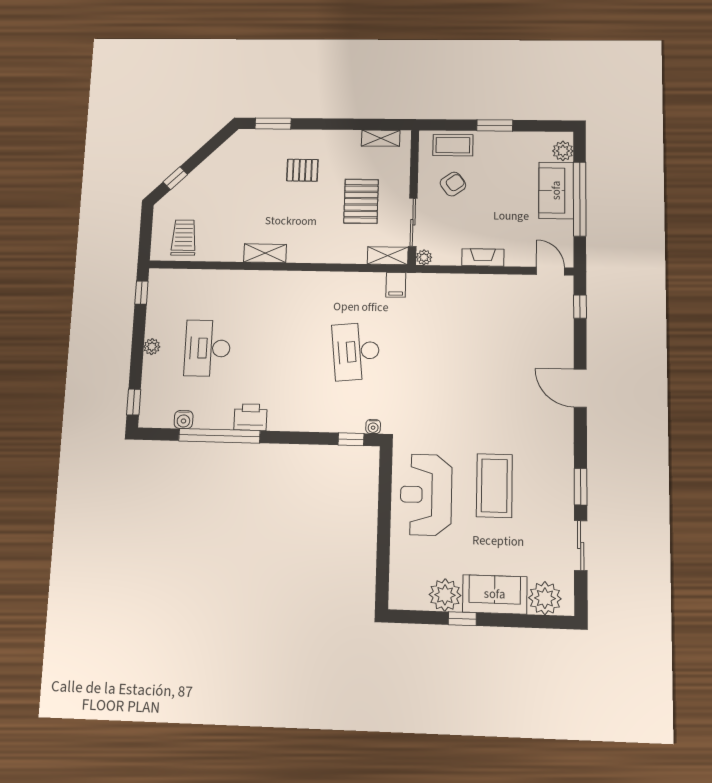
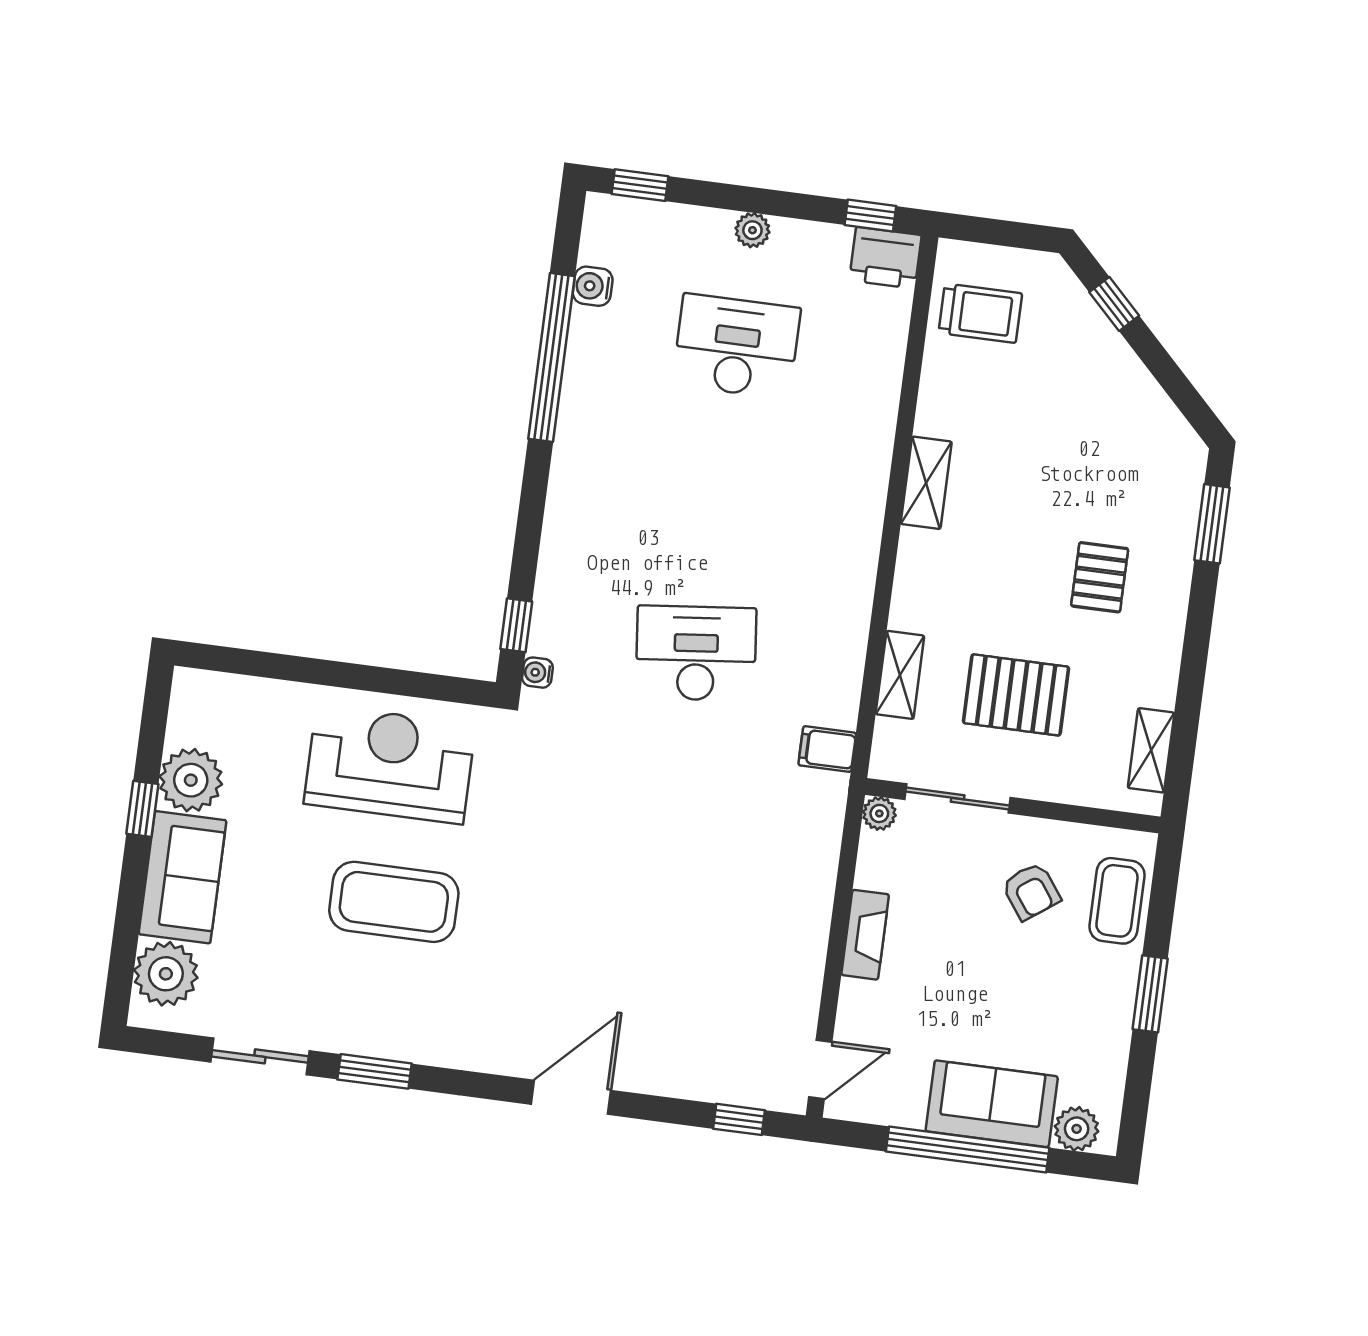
shelving: (388, 256) -> (900, 675), moved
printer: (250, 417) -> (885, 258), moved, turned 90

